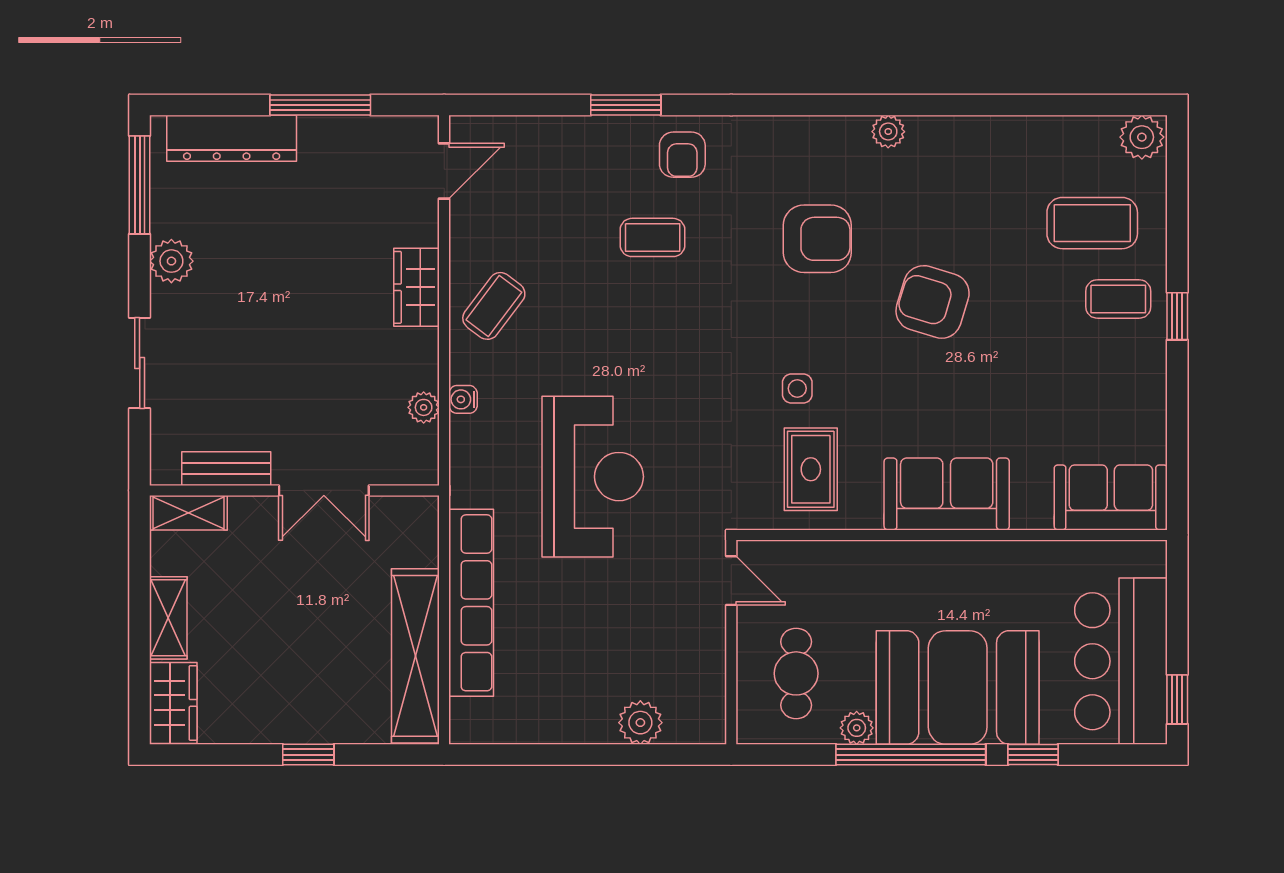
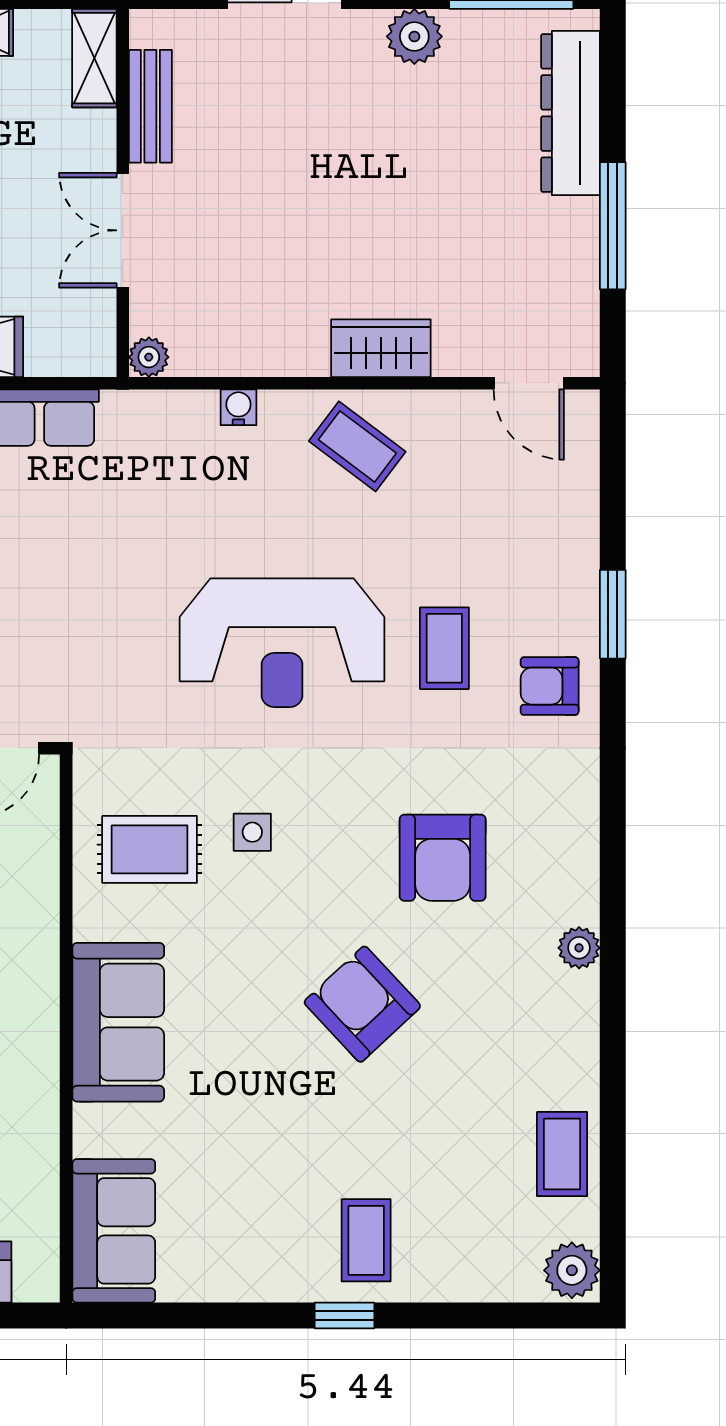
coffee table: (1092, 223) -> (562, 1154), moved, width x0.73, depth x0.77
armchair: (933, 302) -> (362, 1004), turned -60
plant: (424, 407) -> (149, 357), moved
reception desk: (593, 477) -> (282, 643), moved

